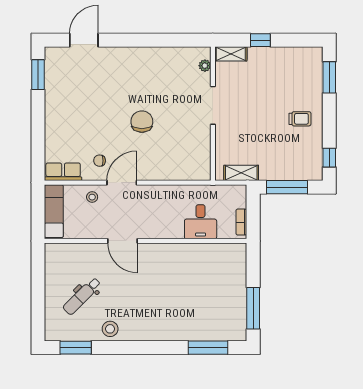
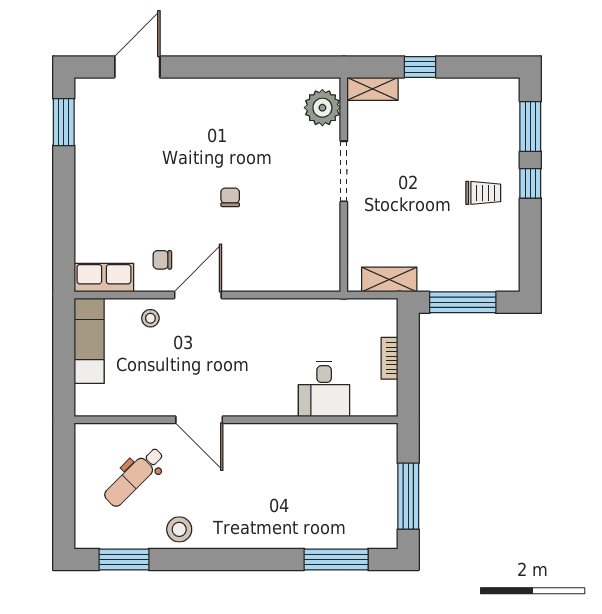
plant: (205, 66) -> (322, 108), width x1.88, depth x1.88
chair: (142, 122) -> (230, 197), width x0.54, depth x0.54
window: (329, 158) -> (530, 183), moved
desk: (201, 222) -> (324, 389), moved
door: (123, 241) -> (199, 420), moved
wall: (146, 241) -> (236, 420), moved

